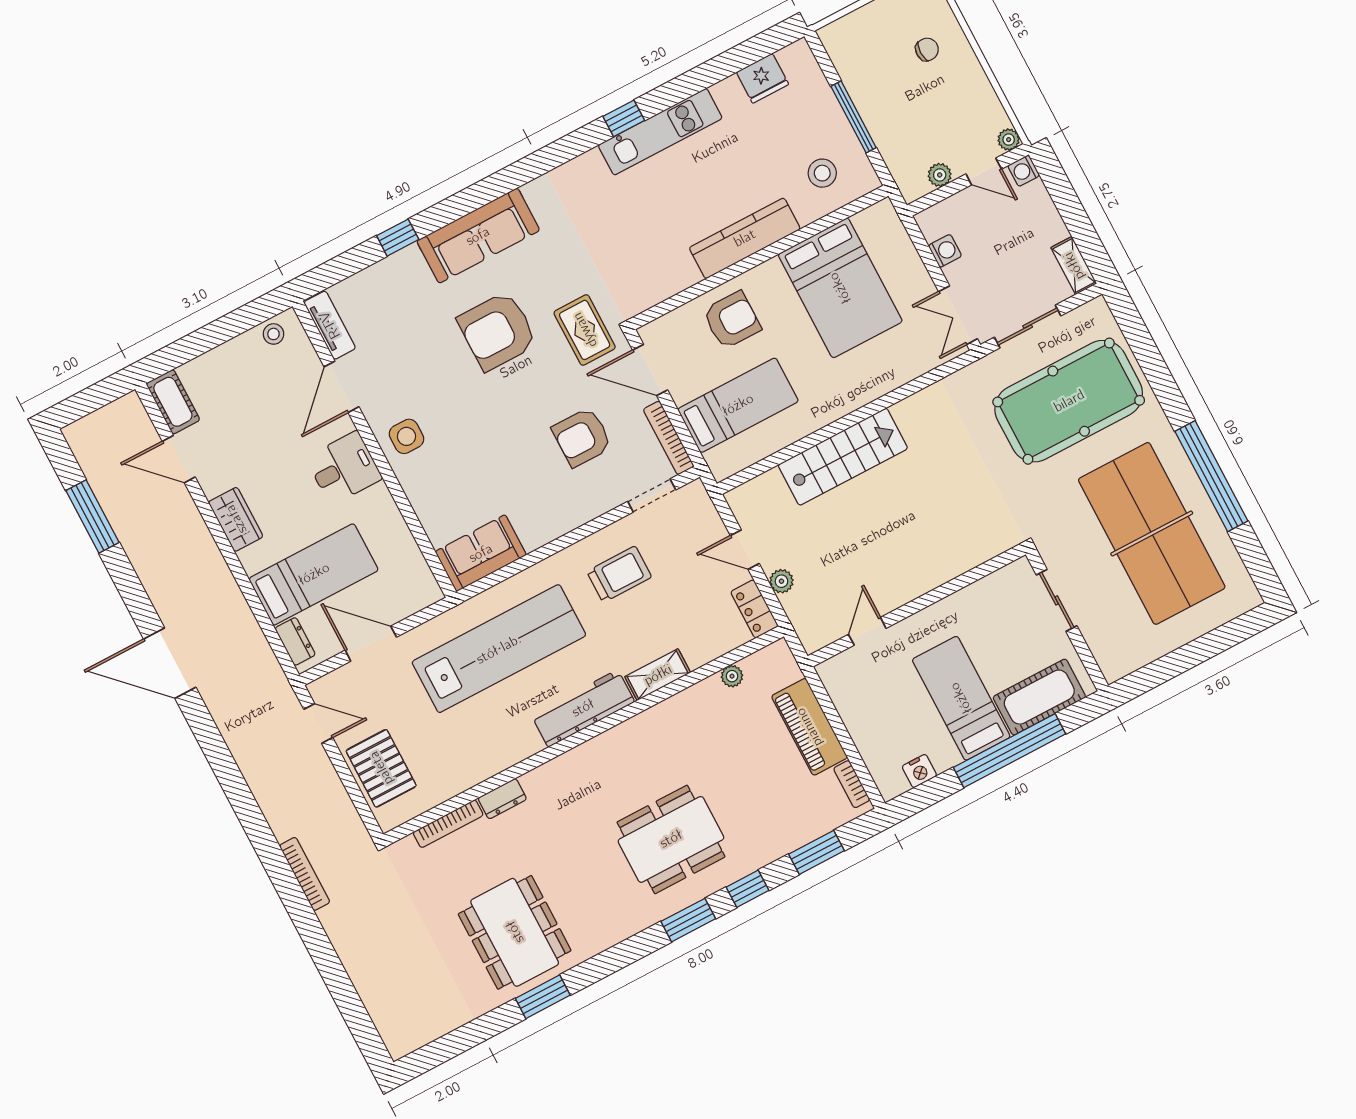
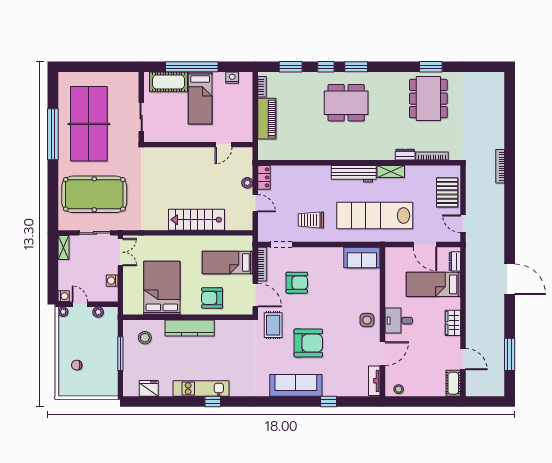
shelving: (658, 675) -> (391, 172), moved
plant: (732, 676) -> (287, 155), removed

